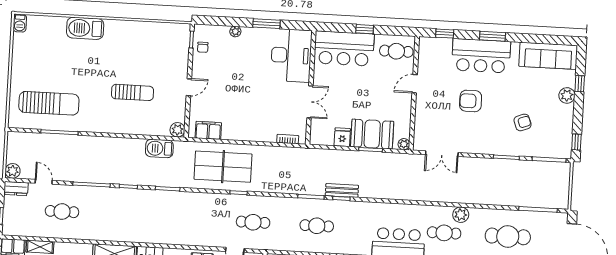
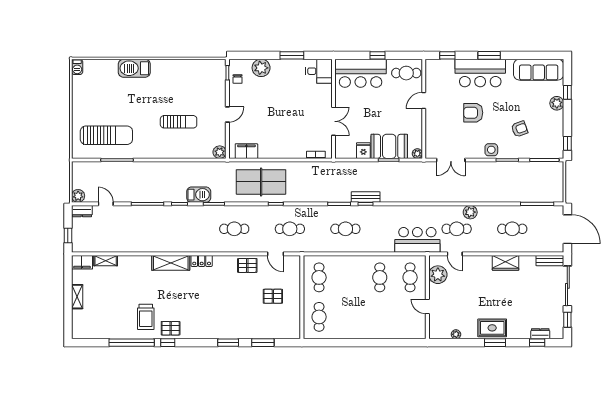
plant: (235, 31) -> (261, 68), width x1.88, depth x1.88
desk: (291, 55) -> (319, 71), width x0.53, depth x0.77
side table: (489, 145) -> (491, 150), added
barbecue: (159, 148) -> (199, 195), moved, turned 180
cafe table: (62, 212) -> (234, 229), moved
cafe table: (508, 236) -> (512, 229), width x0.73, depth x0.74

